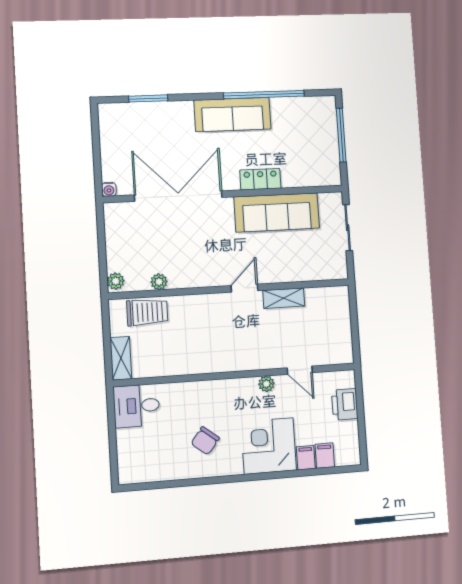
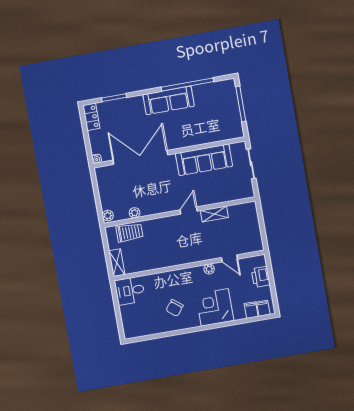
locker: (260, 179) -> (91, 117), moved, turned 90
filing cabinet: (306, 458) -> (263, 308), moved

